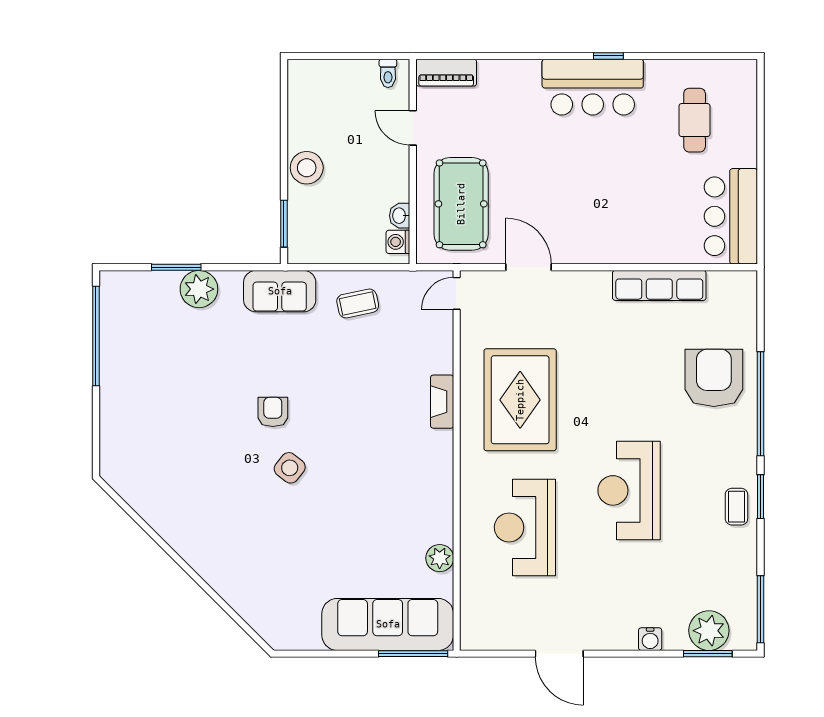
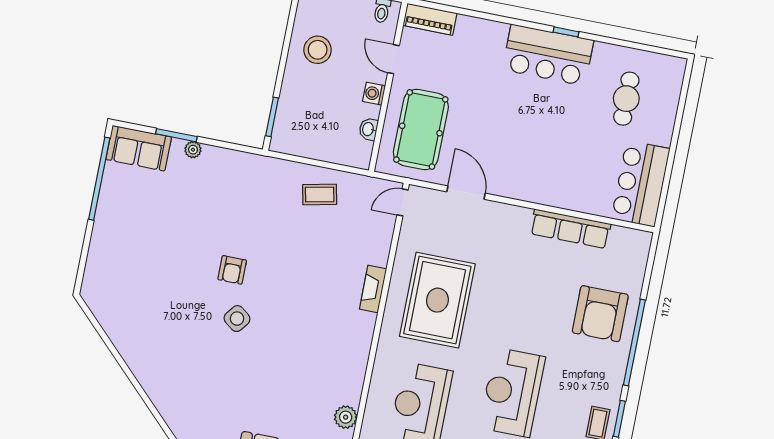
stool: (307, 168) -> (318, 50), moved
washing machine: (398, 242) -> (374, 94), moved
plant: (199, 289) -> (193, 150), width x0.53, depth x0.53
sofa: (280, 291) -> (139, 148), moved
armchair: (714, 378) -> (600, 314), turned 180
armchair: (273, 412) -> (232, 270), turned 180

